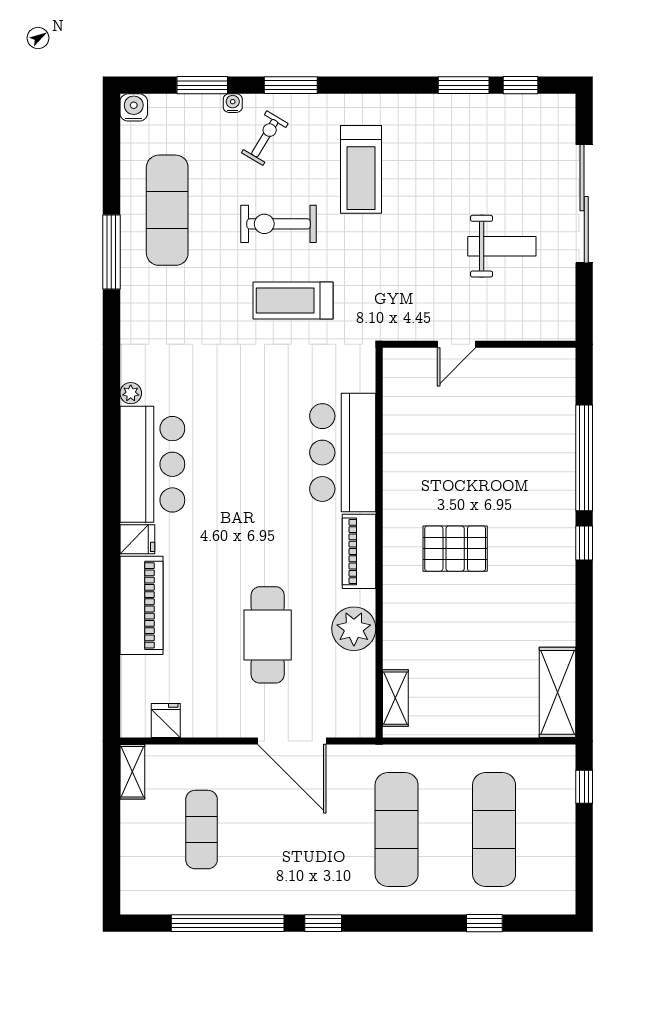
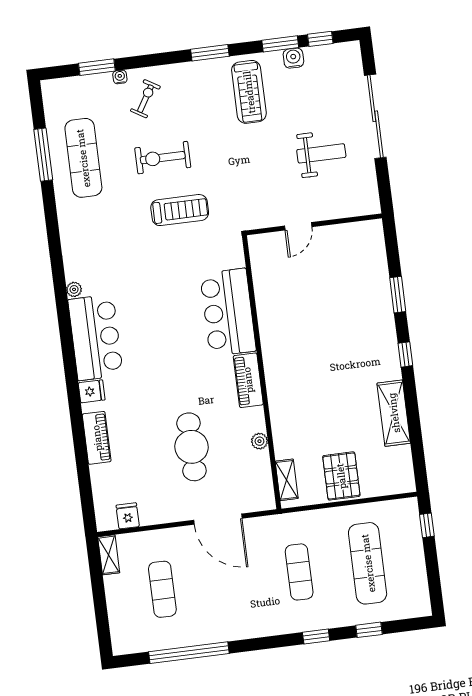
window: (291, 85) -> (210, 53), moved
water cooler: (134, 107) -> (293, 58), moved
treadmill: (361, 169) -> (249, 92), moved
window: (111, 252) -> (43, 155), moved
treadmill: (293, 301) -> (180, 210), turned 180
window: (584, 458) -> (398, 295), width x0.47
pallet: (455, 549) -> (341, 476), moved, turned 90
piano: (141, 605) -> (97, 438), width x0.73, depth x0.75
plant: (354, 629) -> (259, 441), width x0.53, depth x0.53
shelving: (557, 692) -> (394, 413), moved
exercise mat: (397, 830) -> (299, 572), width x0.73, depth x0.69
window: (323, 923) -> (316, 637), moved

